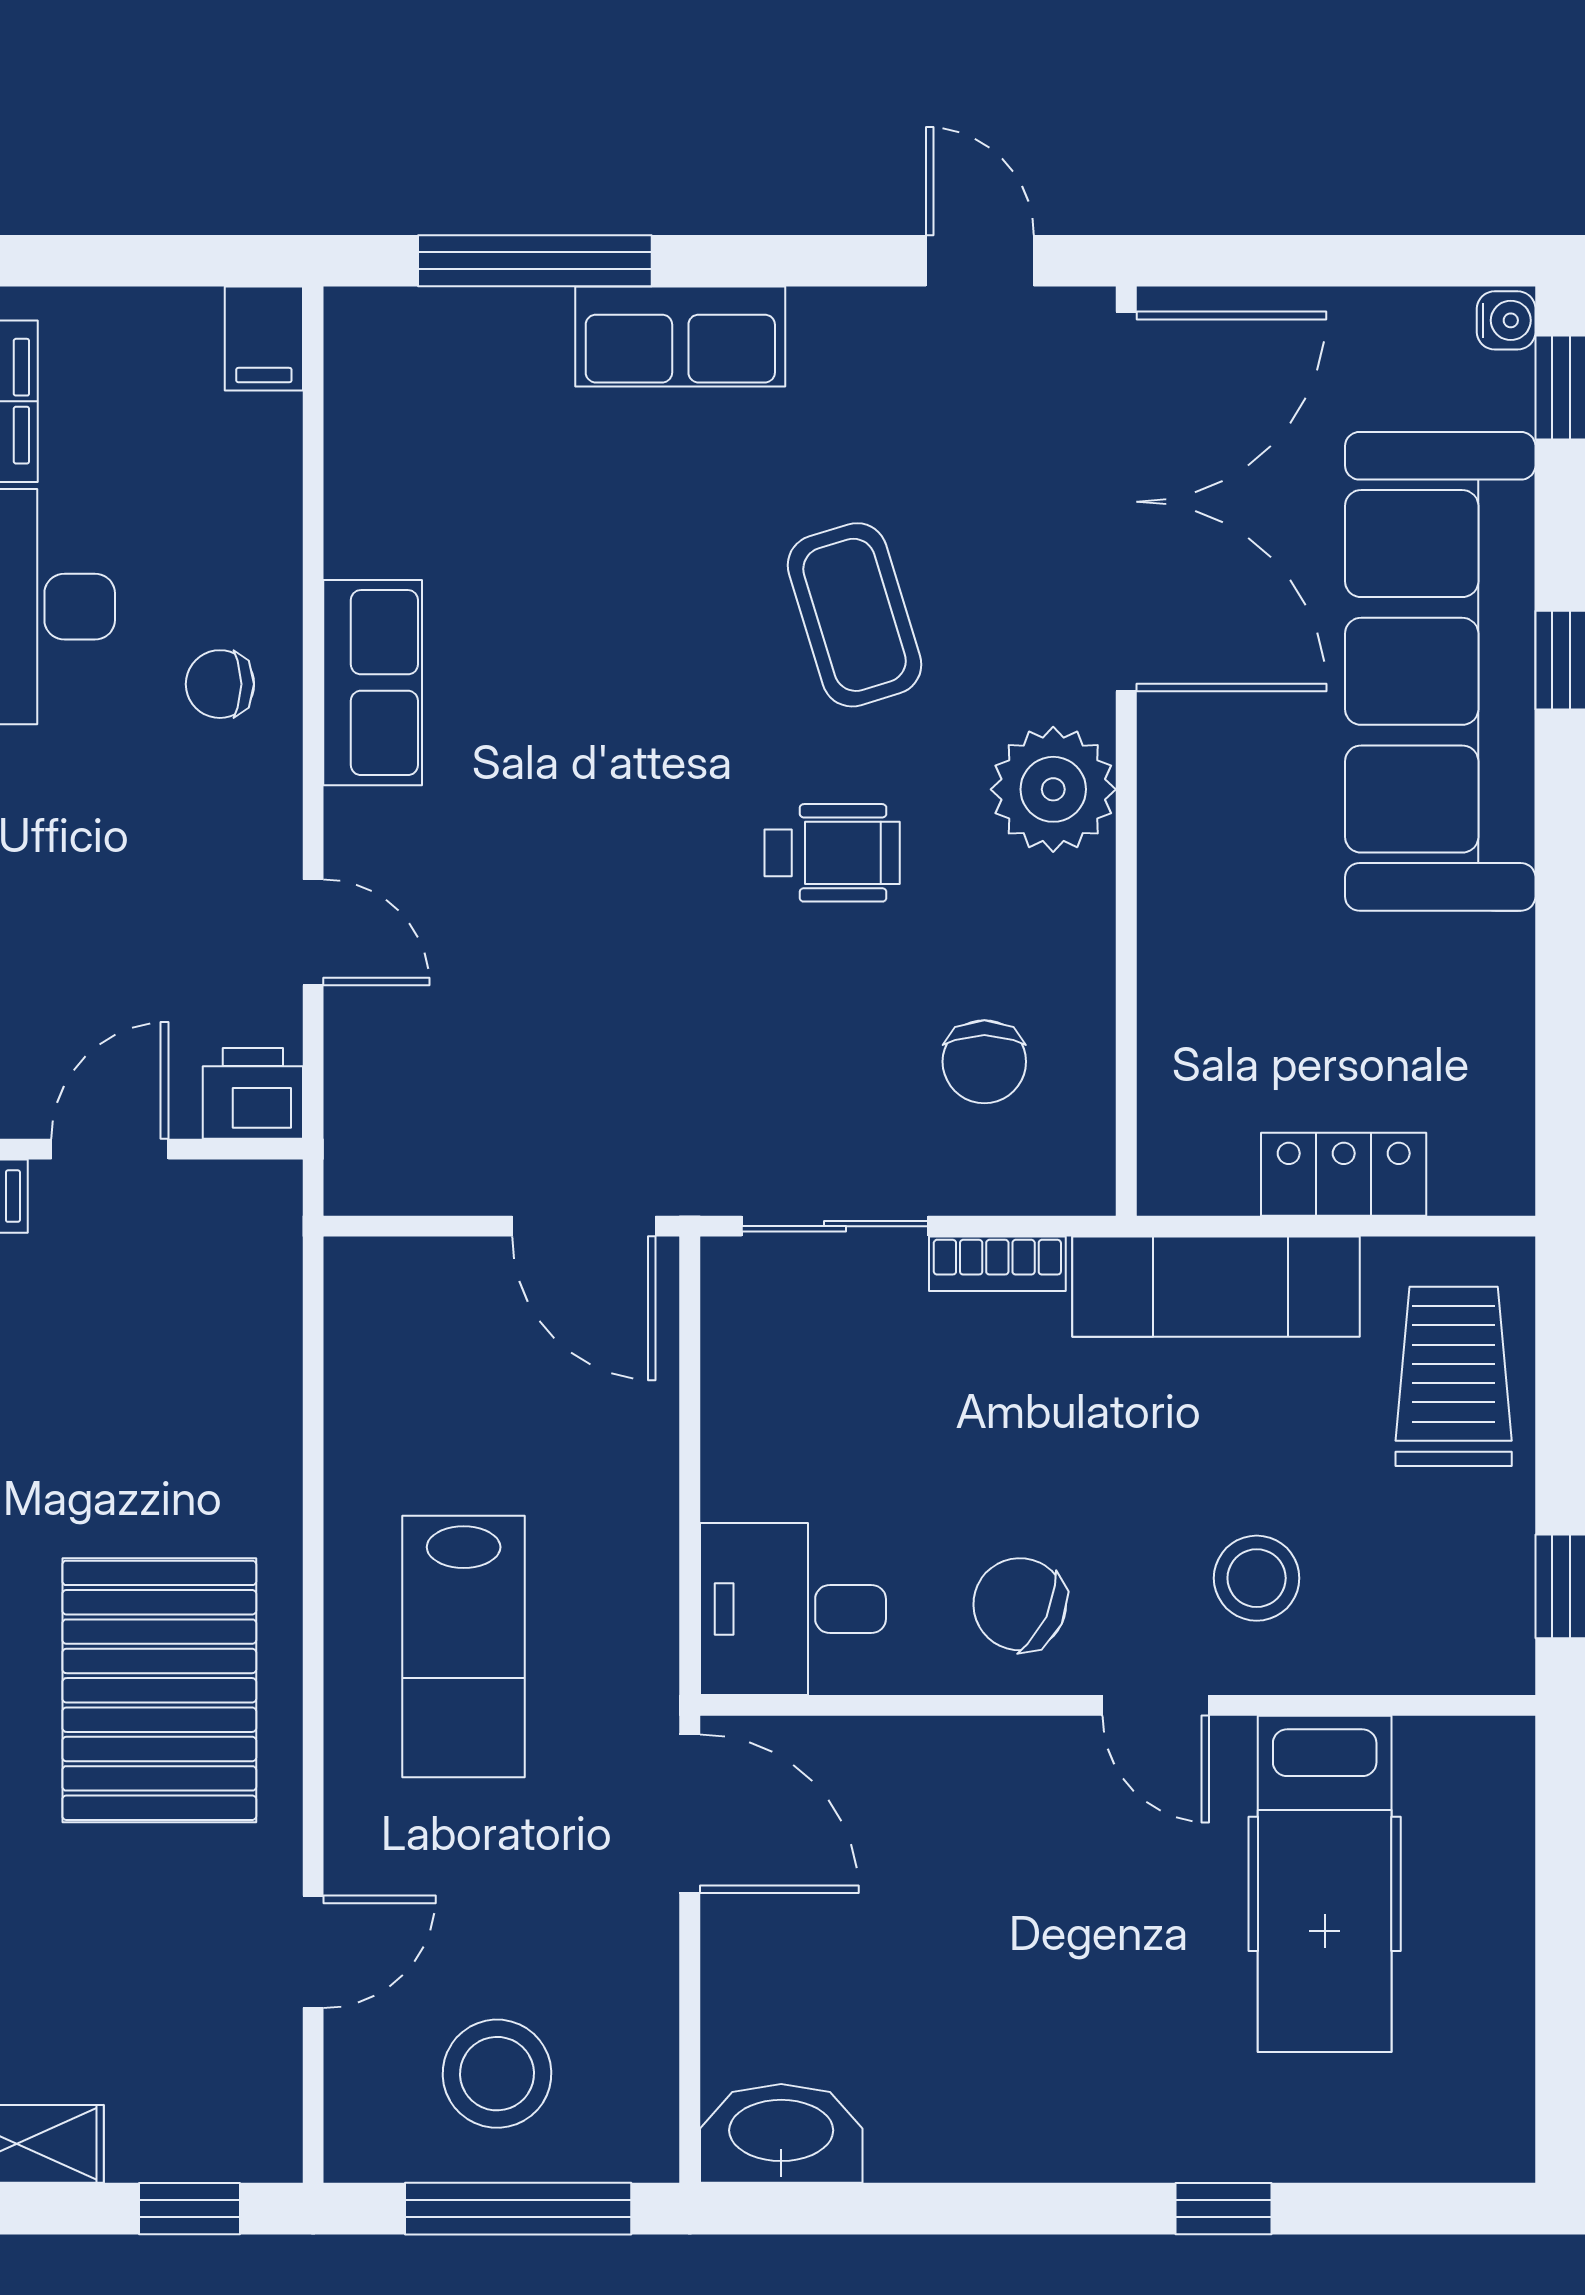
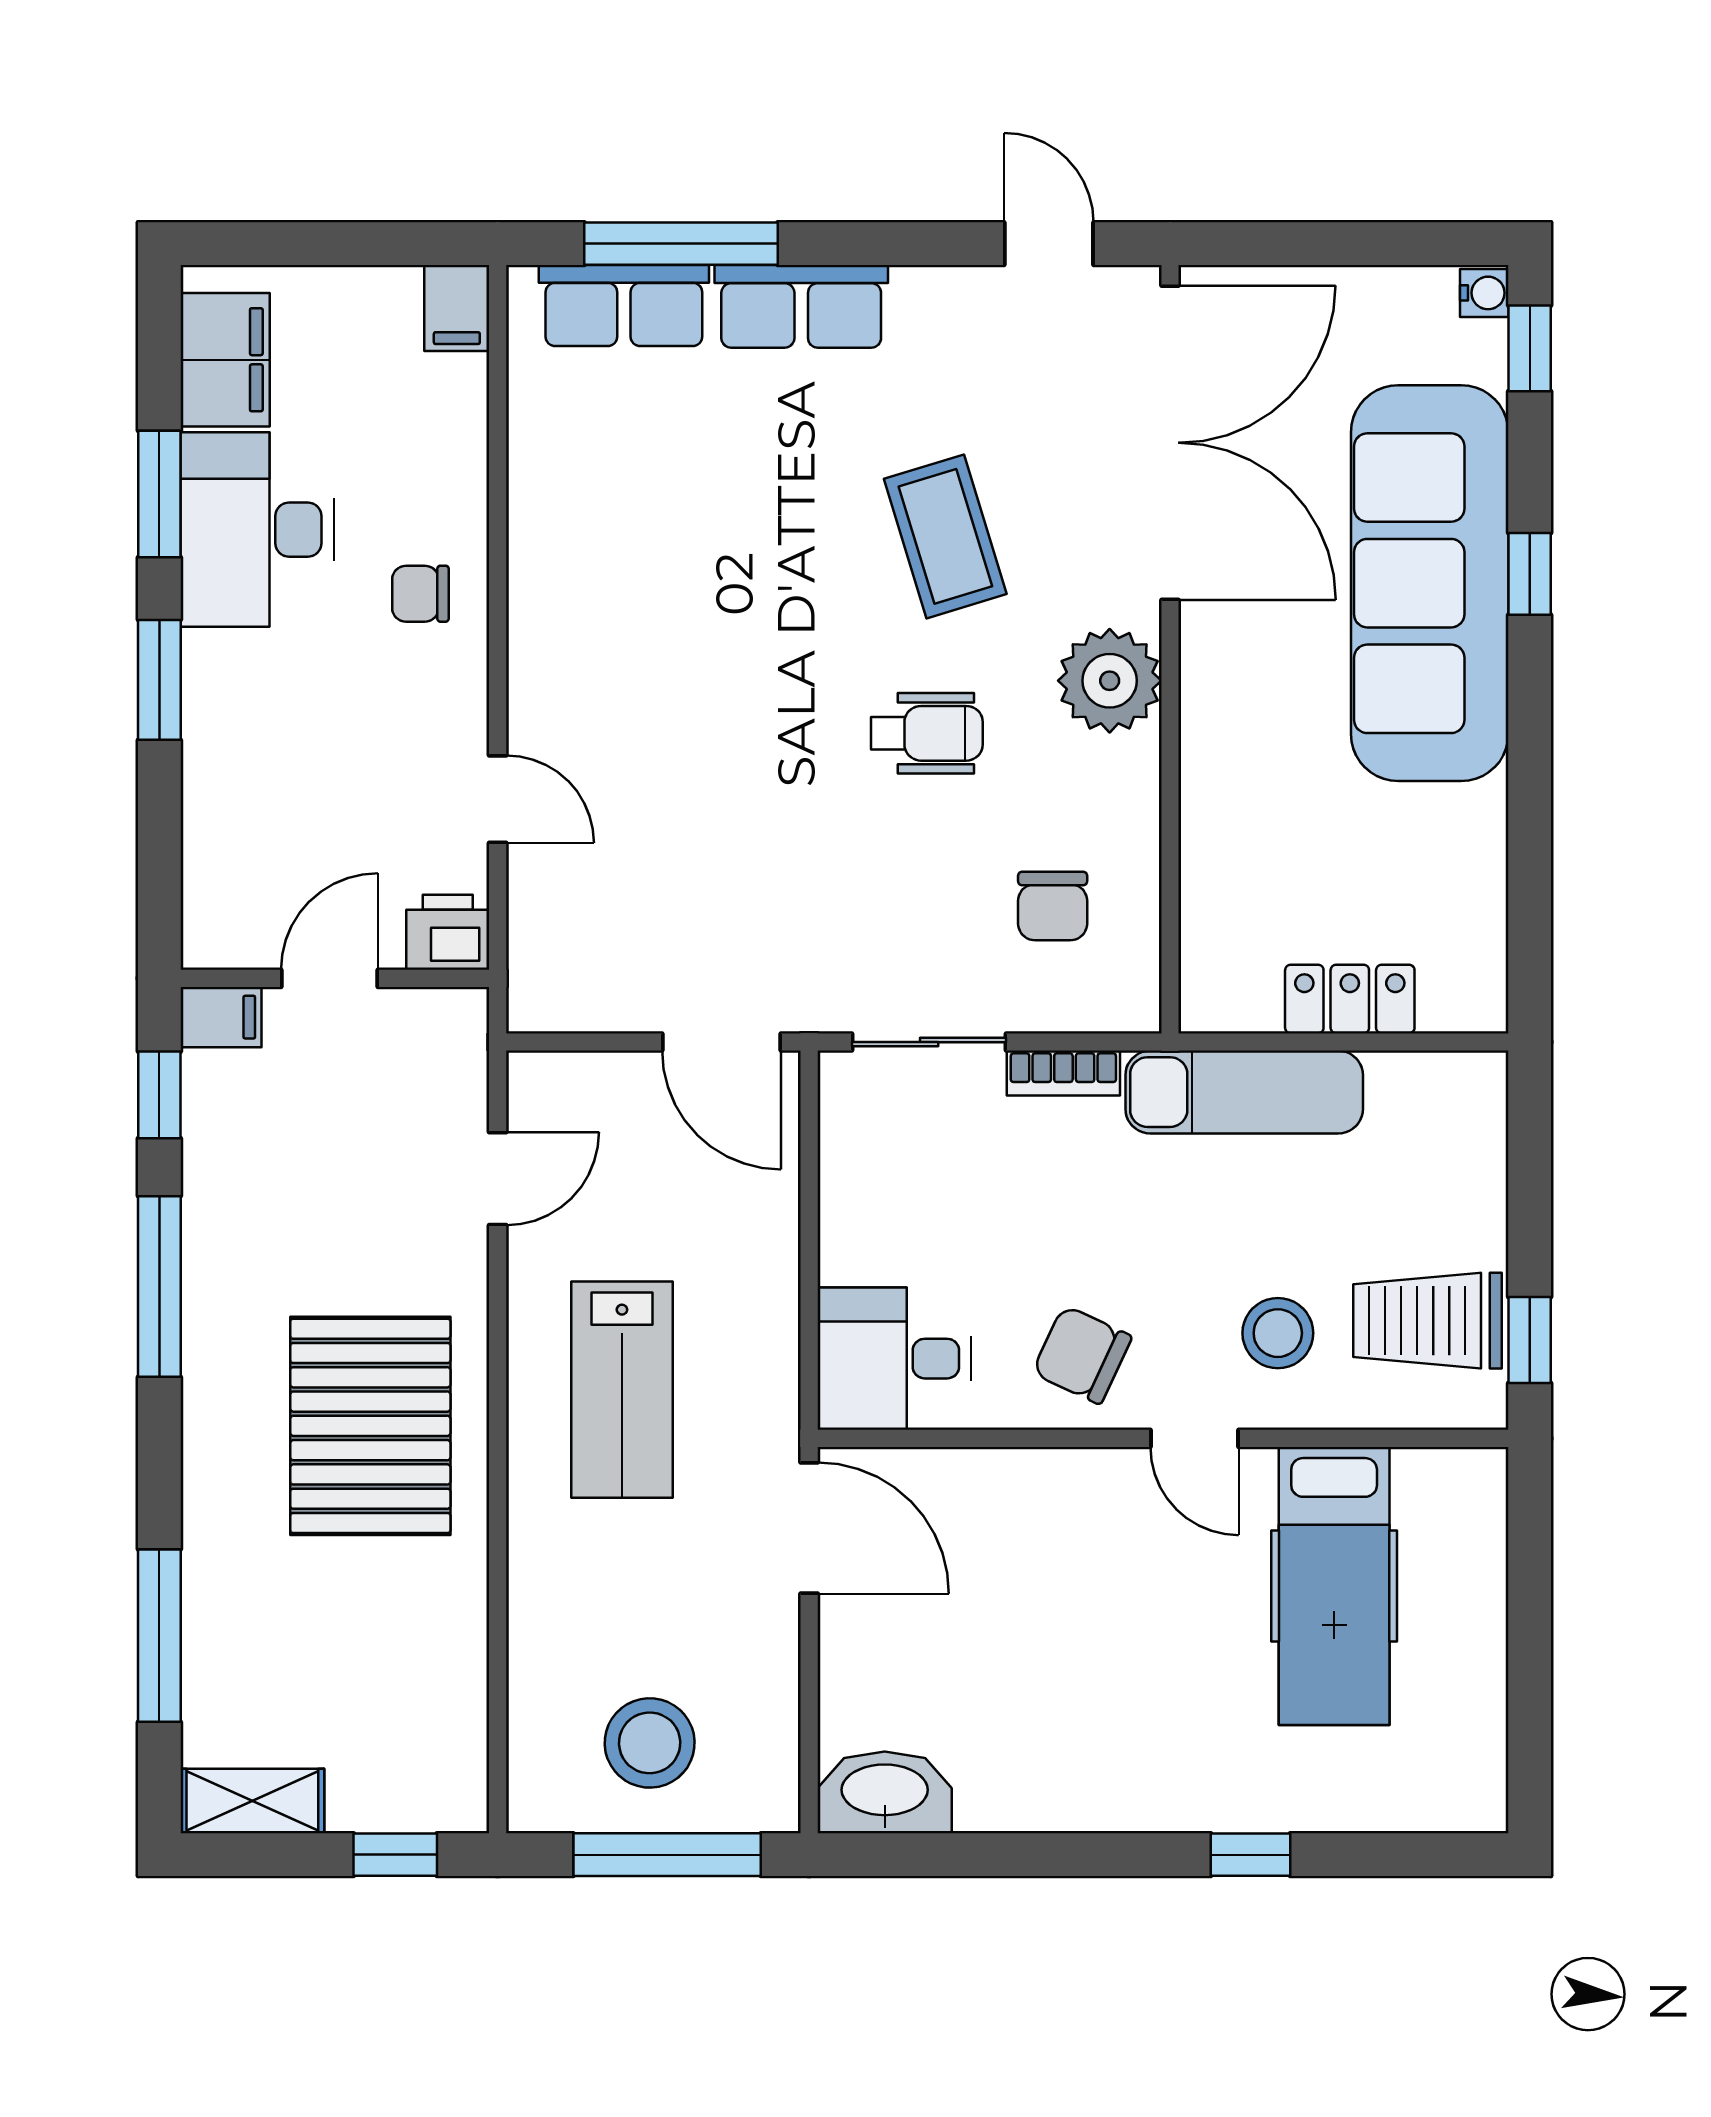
row of seats: (373, 683) -> (624, 306), moved, turned 90
trolley: (1454, 1376) -> (1428, 1321), moved, turned -90
door: (313, 1952) -> (498, 1179), moved

